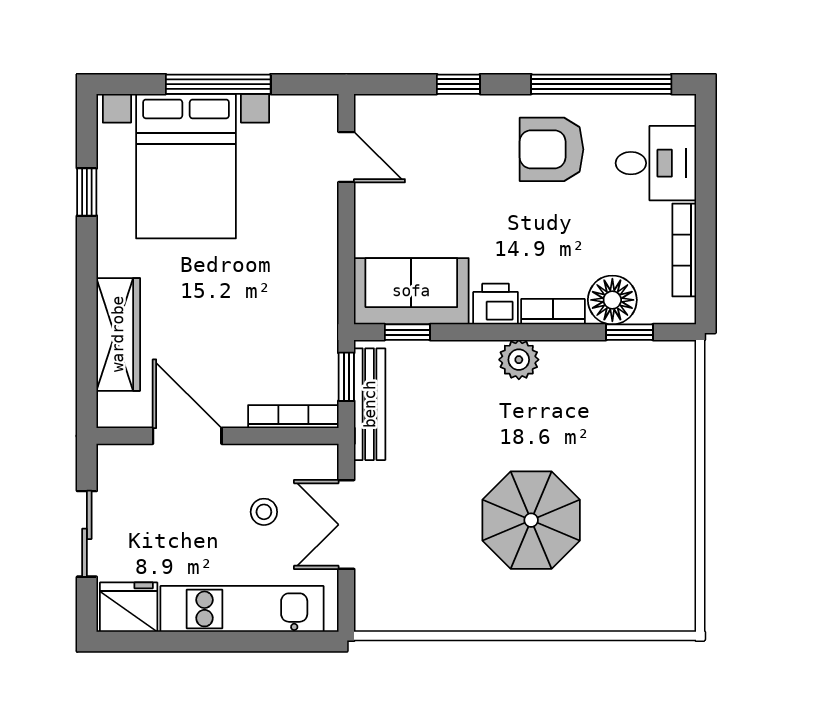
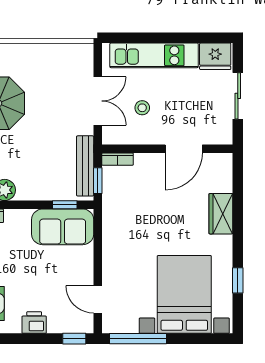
window: (218, 84) -> (138, 339), moved
window: (458, 84) -> (74, 339), moved
printer: (496, 304) -> (34, 323), moved, turned 180
wardrobe: (118, 334) -> (221, 214), width x0.67
bookcase: (293, 417) -> (118, 159), width x0.64
door: (187, 436) -> (184, 149), hinge flipped

